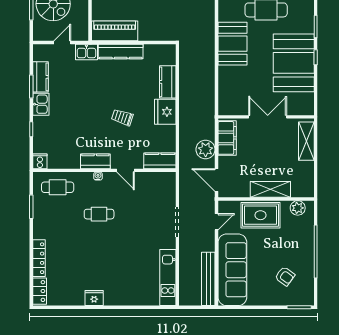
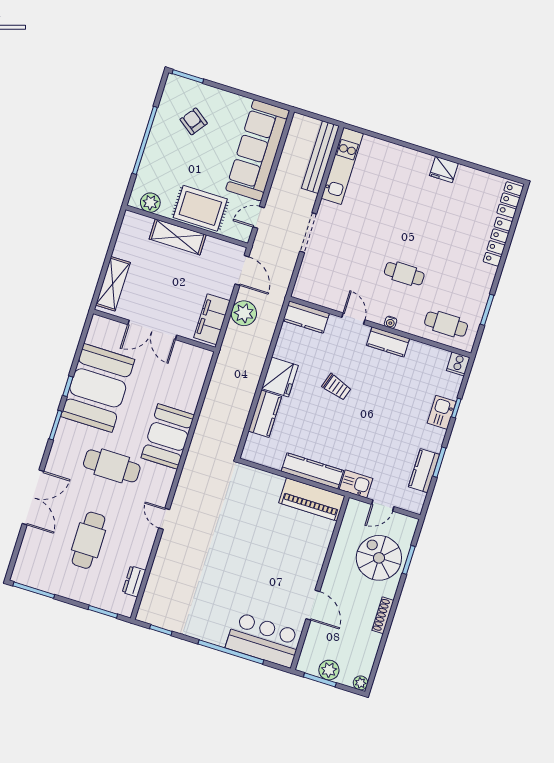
kitchen sink: (41, 104) -> (442, 412), moved
bench: (208, 279) -> (320, 157), moved

